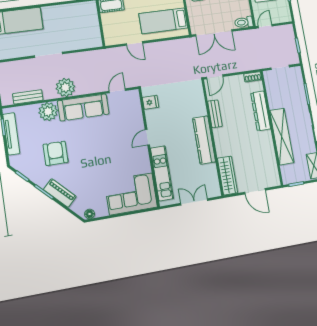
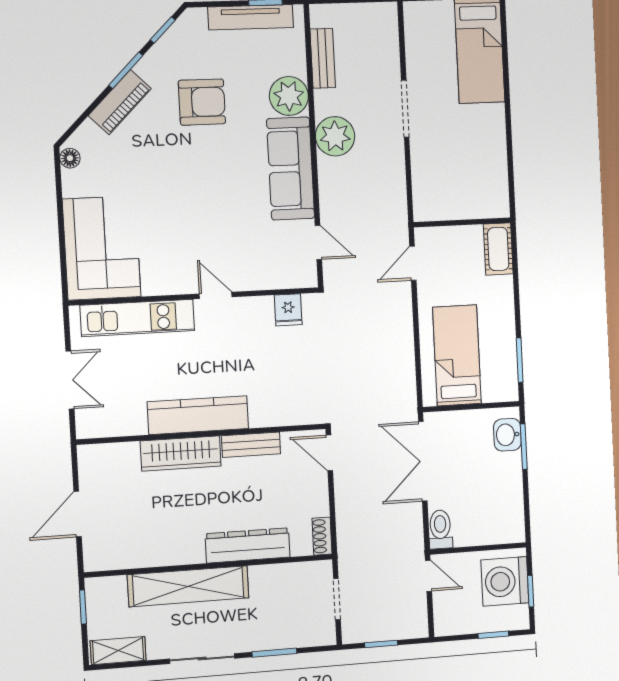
door: (134, 43) -> (413, 263), moved
wardrobe: (227, 175) -> (181, 453), moved

